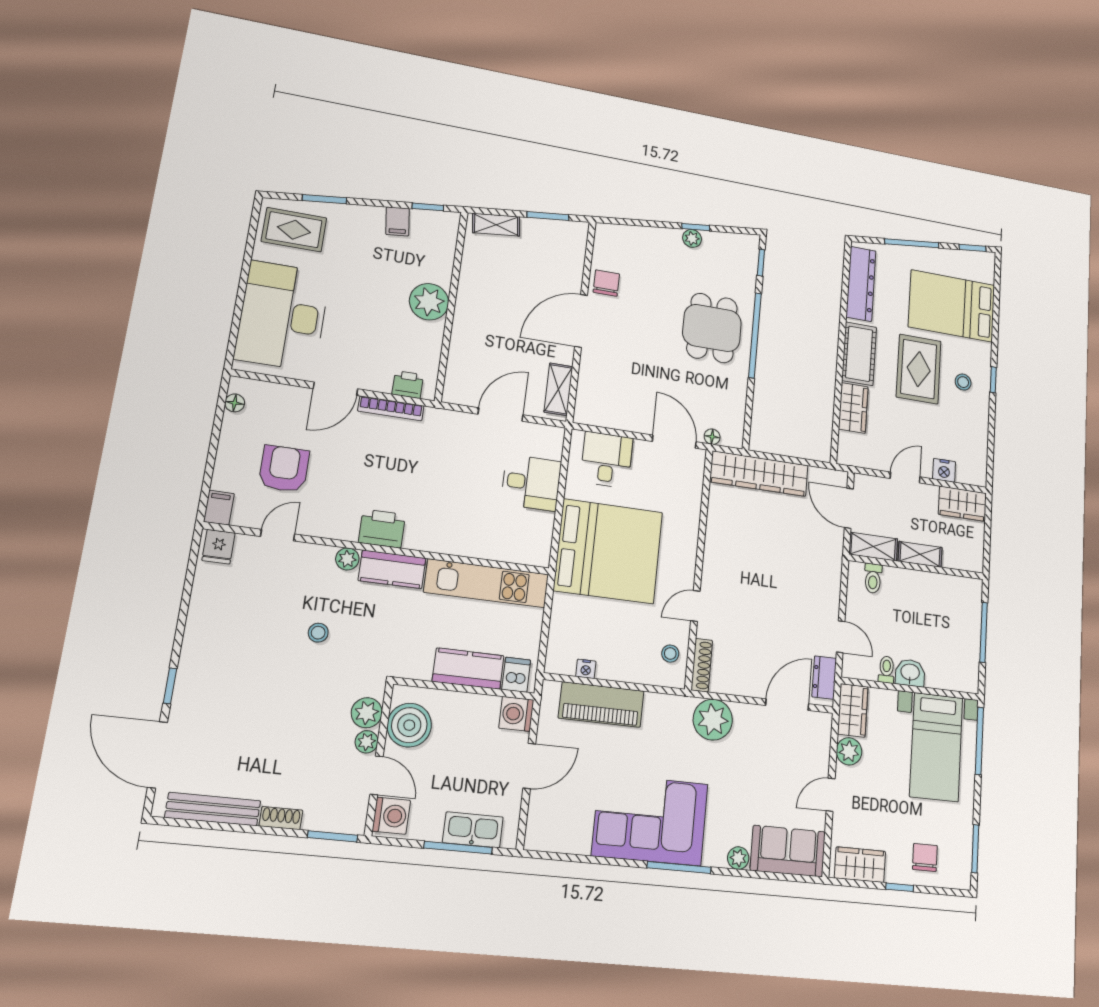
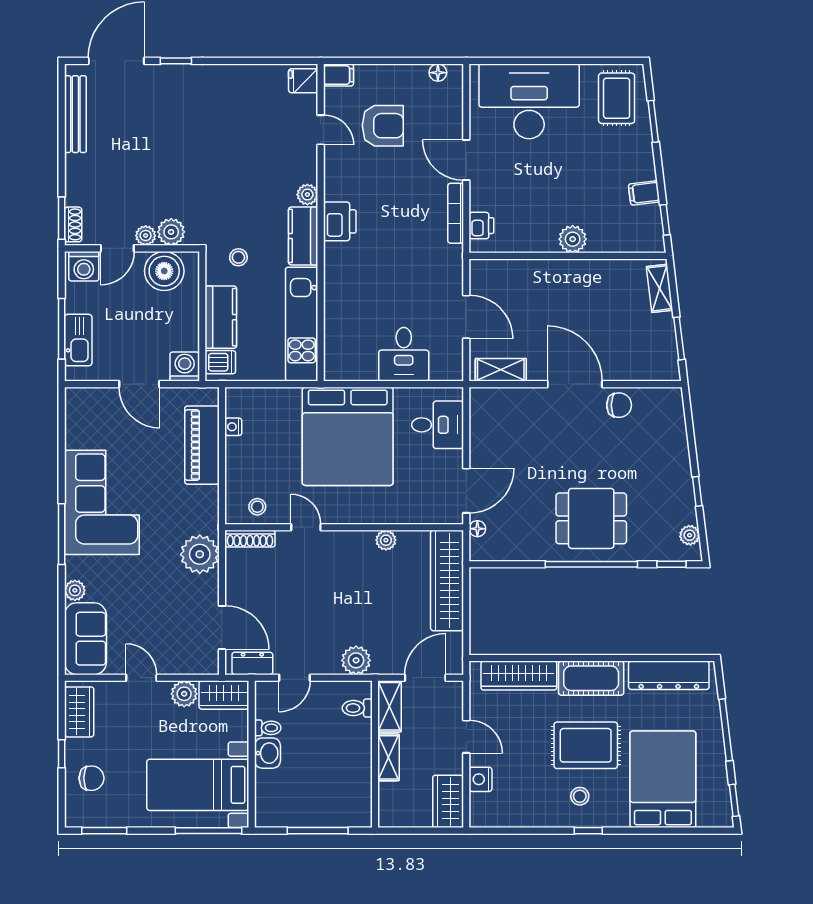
plant: (692, 238) -> (690, 535), moved
plant: (429, 302) -> (573, 239), width x0.73, depth x0.73
wardrobe: (853, 408) -> (519, 676), width x1.50
plant: (715, 527) -> (386, 540), added
plant: (828, 573) -> (356, 660), added
stool: (318, 633) -> (238, 257), moved
shoe rack: (281, 818) -> (73, 224), moved

